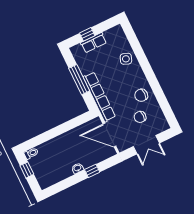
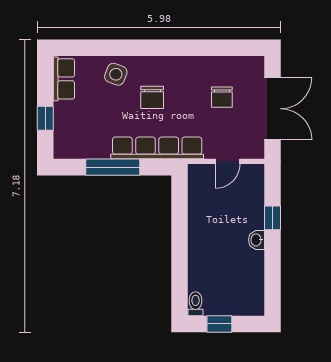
row of seats: (94, 43) -> (64, 79), moved
chair: (141, 95) -> (152, 97), moved
door: (109, 135) -> (228, 161), width x0.53
double door: (146, 145) -> (272, 109), width x1.37

